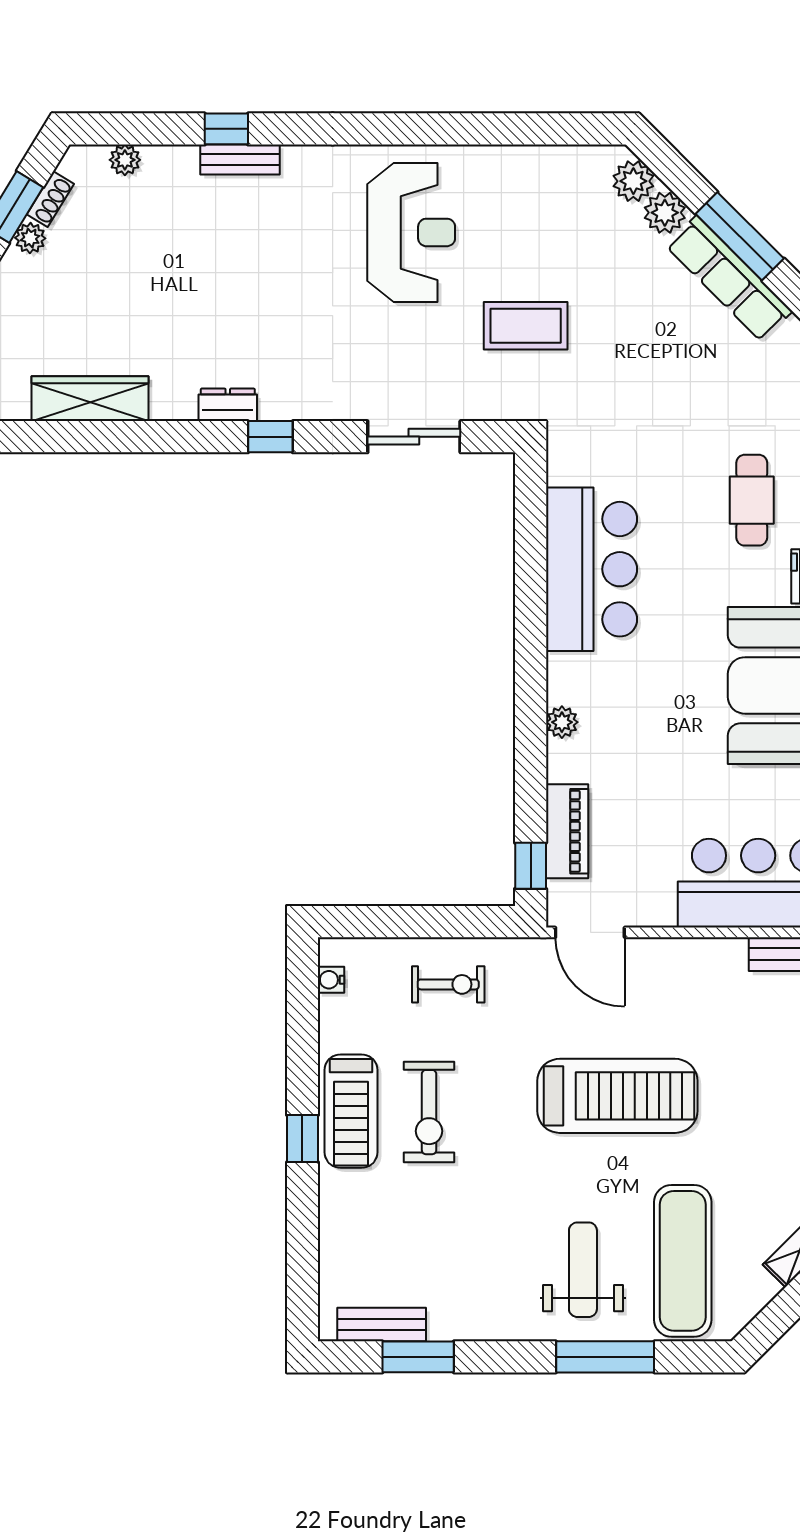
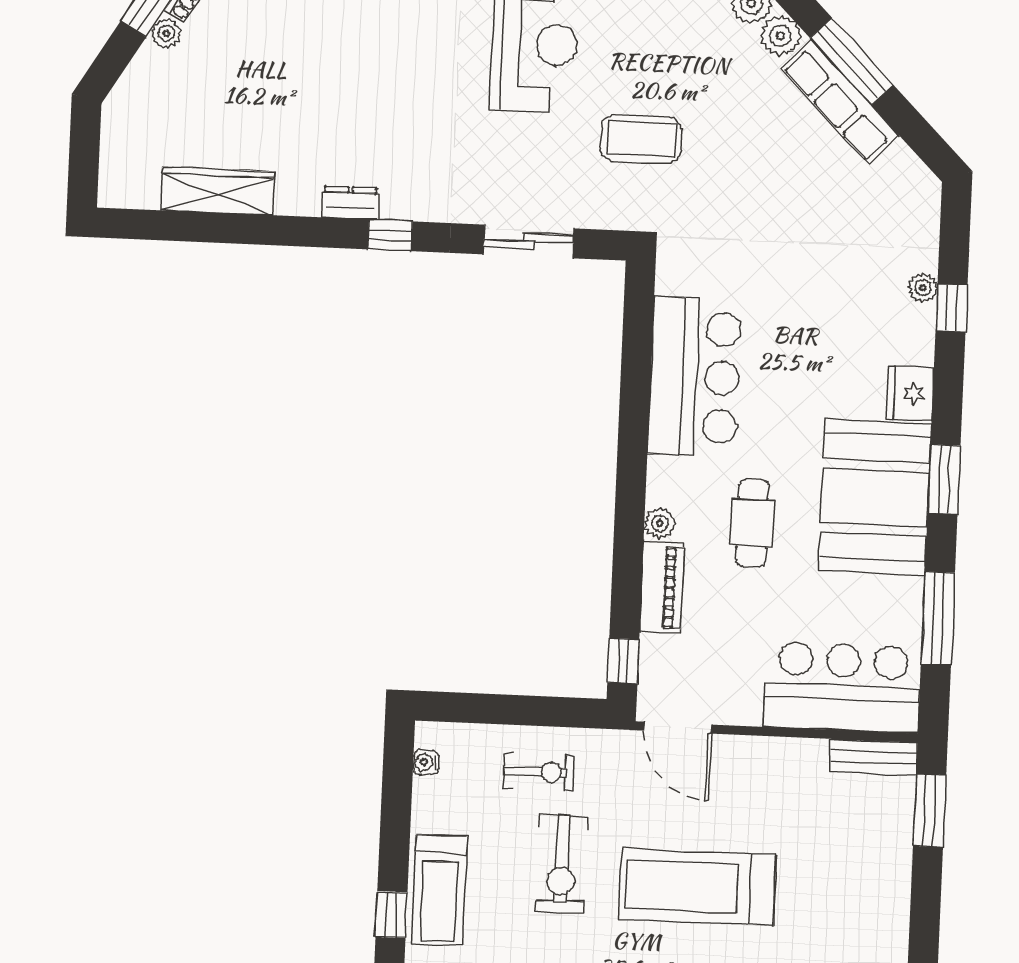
cafe table: (752, 500) -> (752, 523), moved
piano: (567, 831) -> (662, 587), moved
treadmill: (617, 1096) -> (697, 887), turned 180
exercise bike: (429, 1112) -> (562, 864), moved

